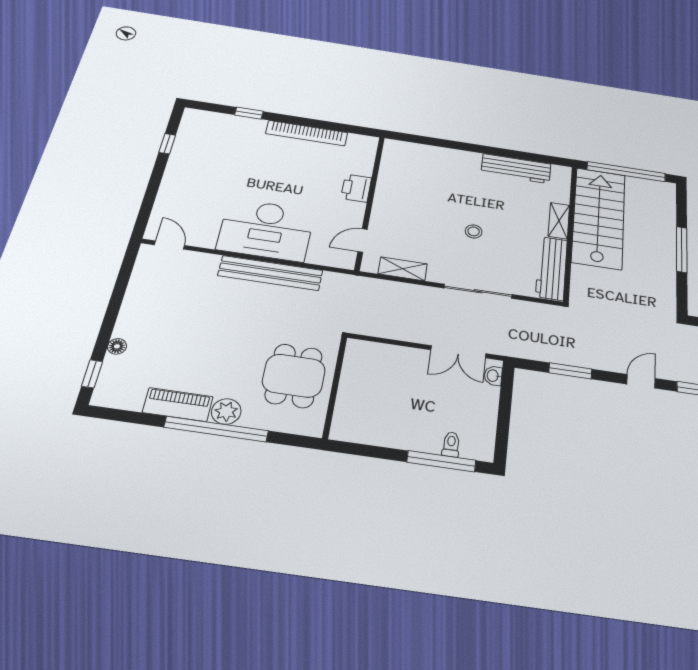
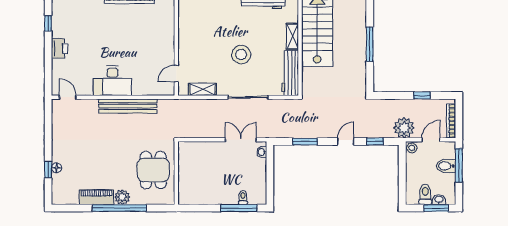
printer: (356, 188) -> (60, 48), moved, turned 180
desk: (266, 230) -> (113, 81), width x0.73, depth x0.77
stool: (474, 231) -> (241, 55), width x1.89, depth x1.89
double door: (458, 352) -> (241, 140), swing flipped
window: (92, 374) -> (48, 170), moved

